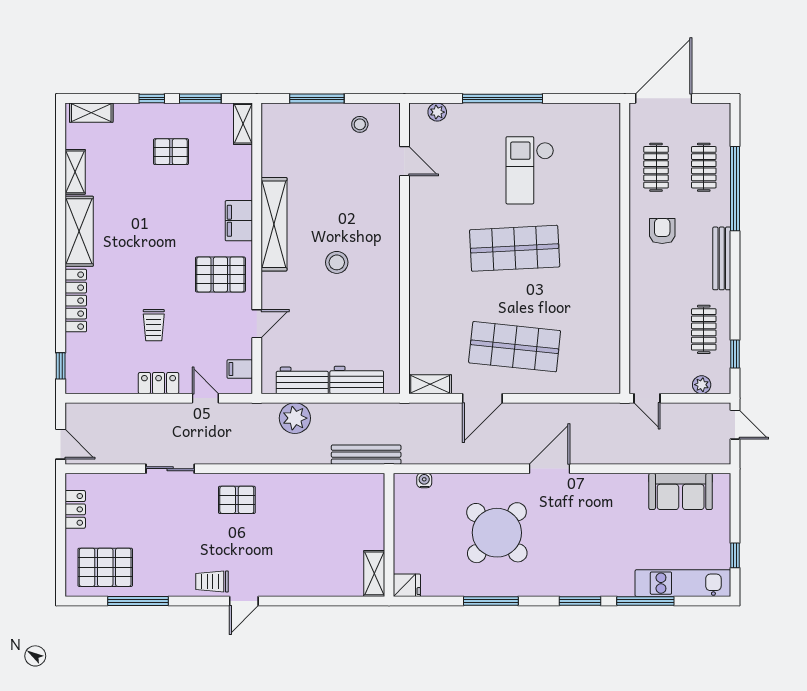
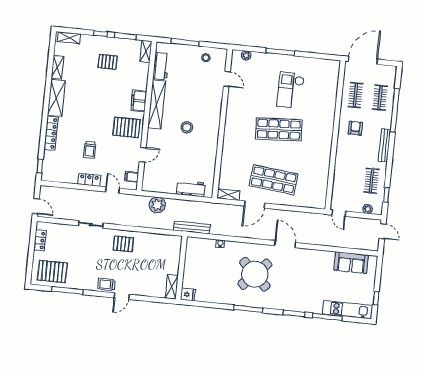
window: (502, 98) -> (280, 52), width x0.68
workbench: (302, 380) -> (161, 66), moved, turned 90
door: (550, 469) -> (285, 244), hinge flipped
wall: (389, 535) -> (181, 268), moved
shelving: (374, 573) -> (172, 287), moved
fridge: (407, 585) -> (188, 295), moved

